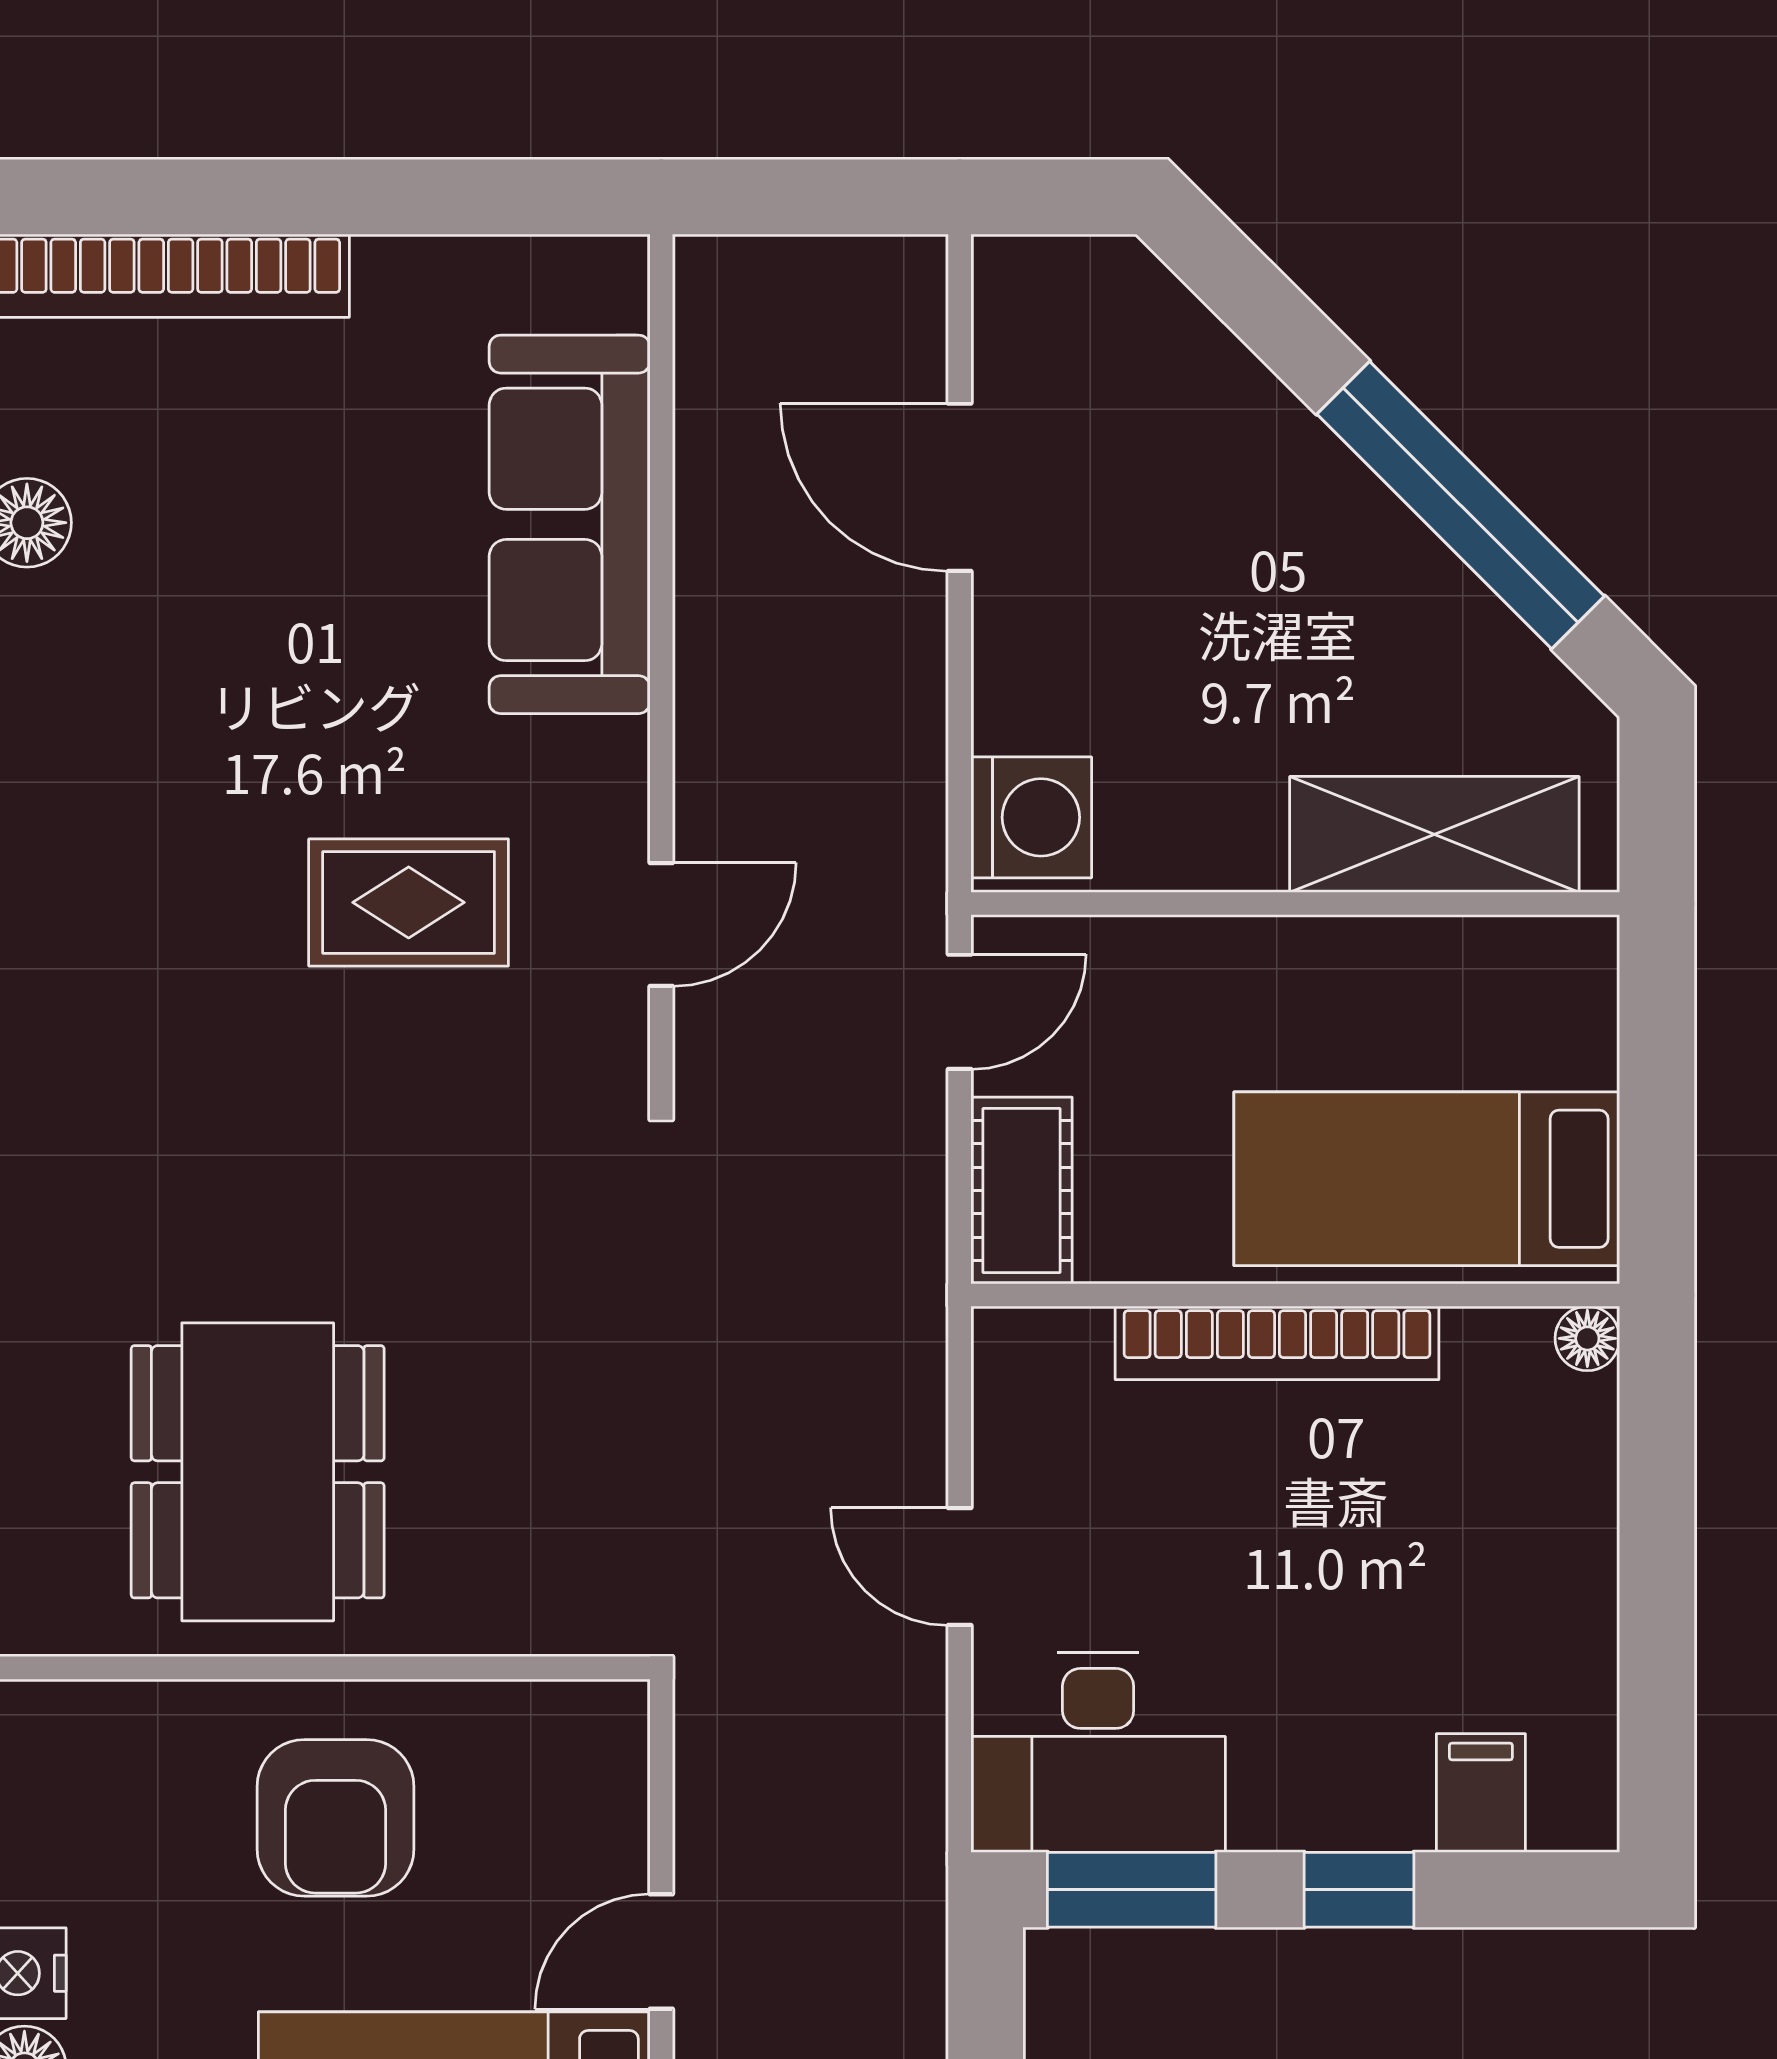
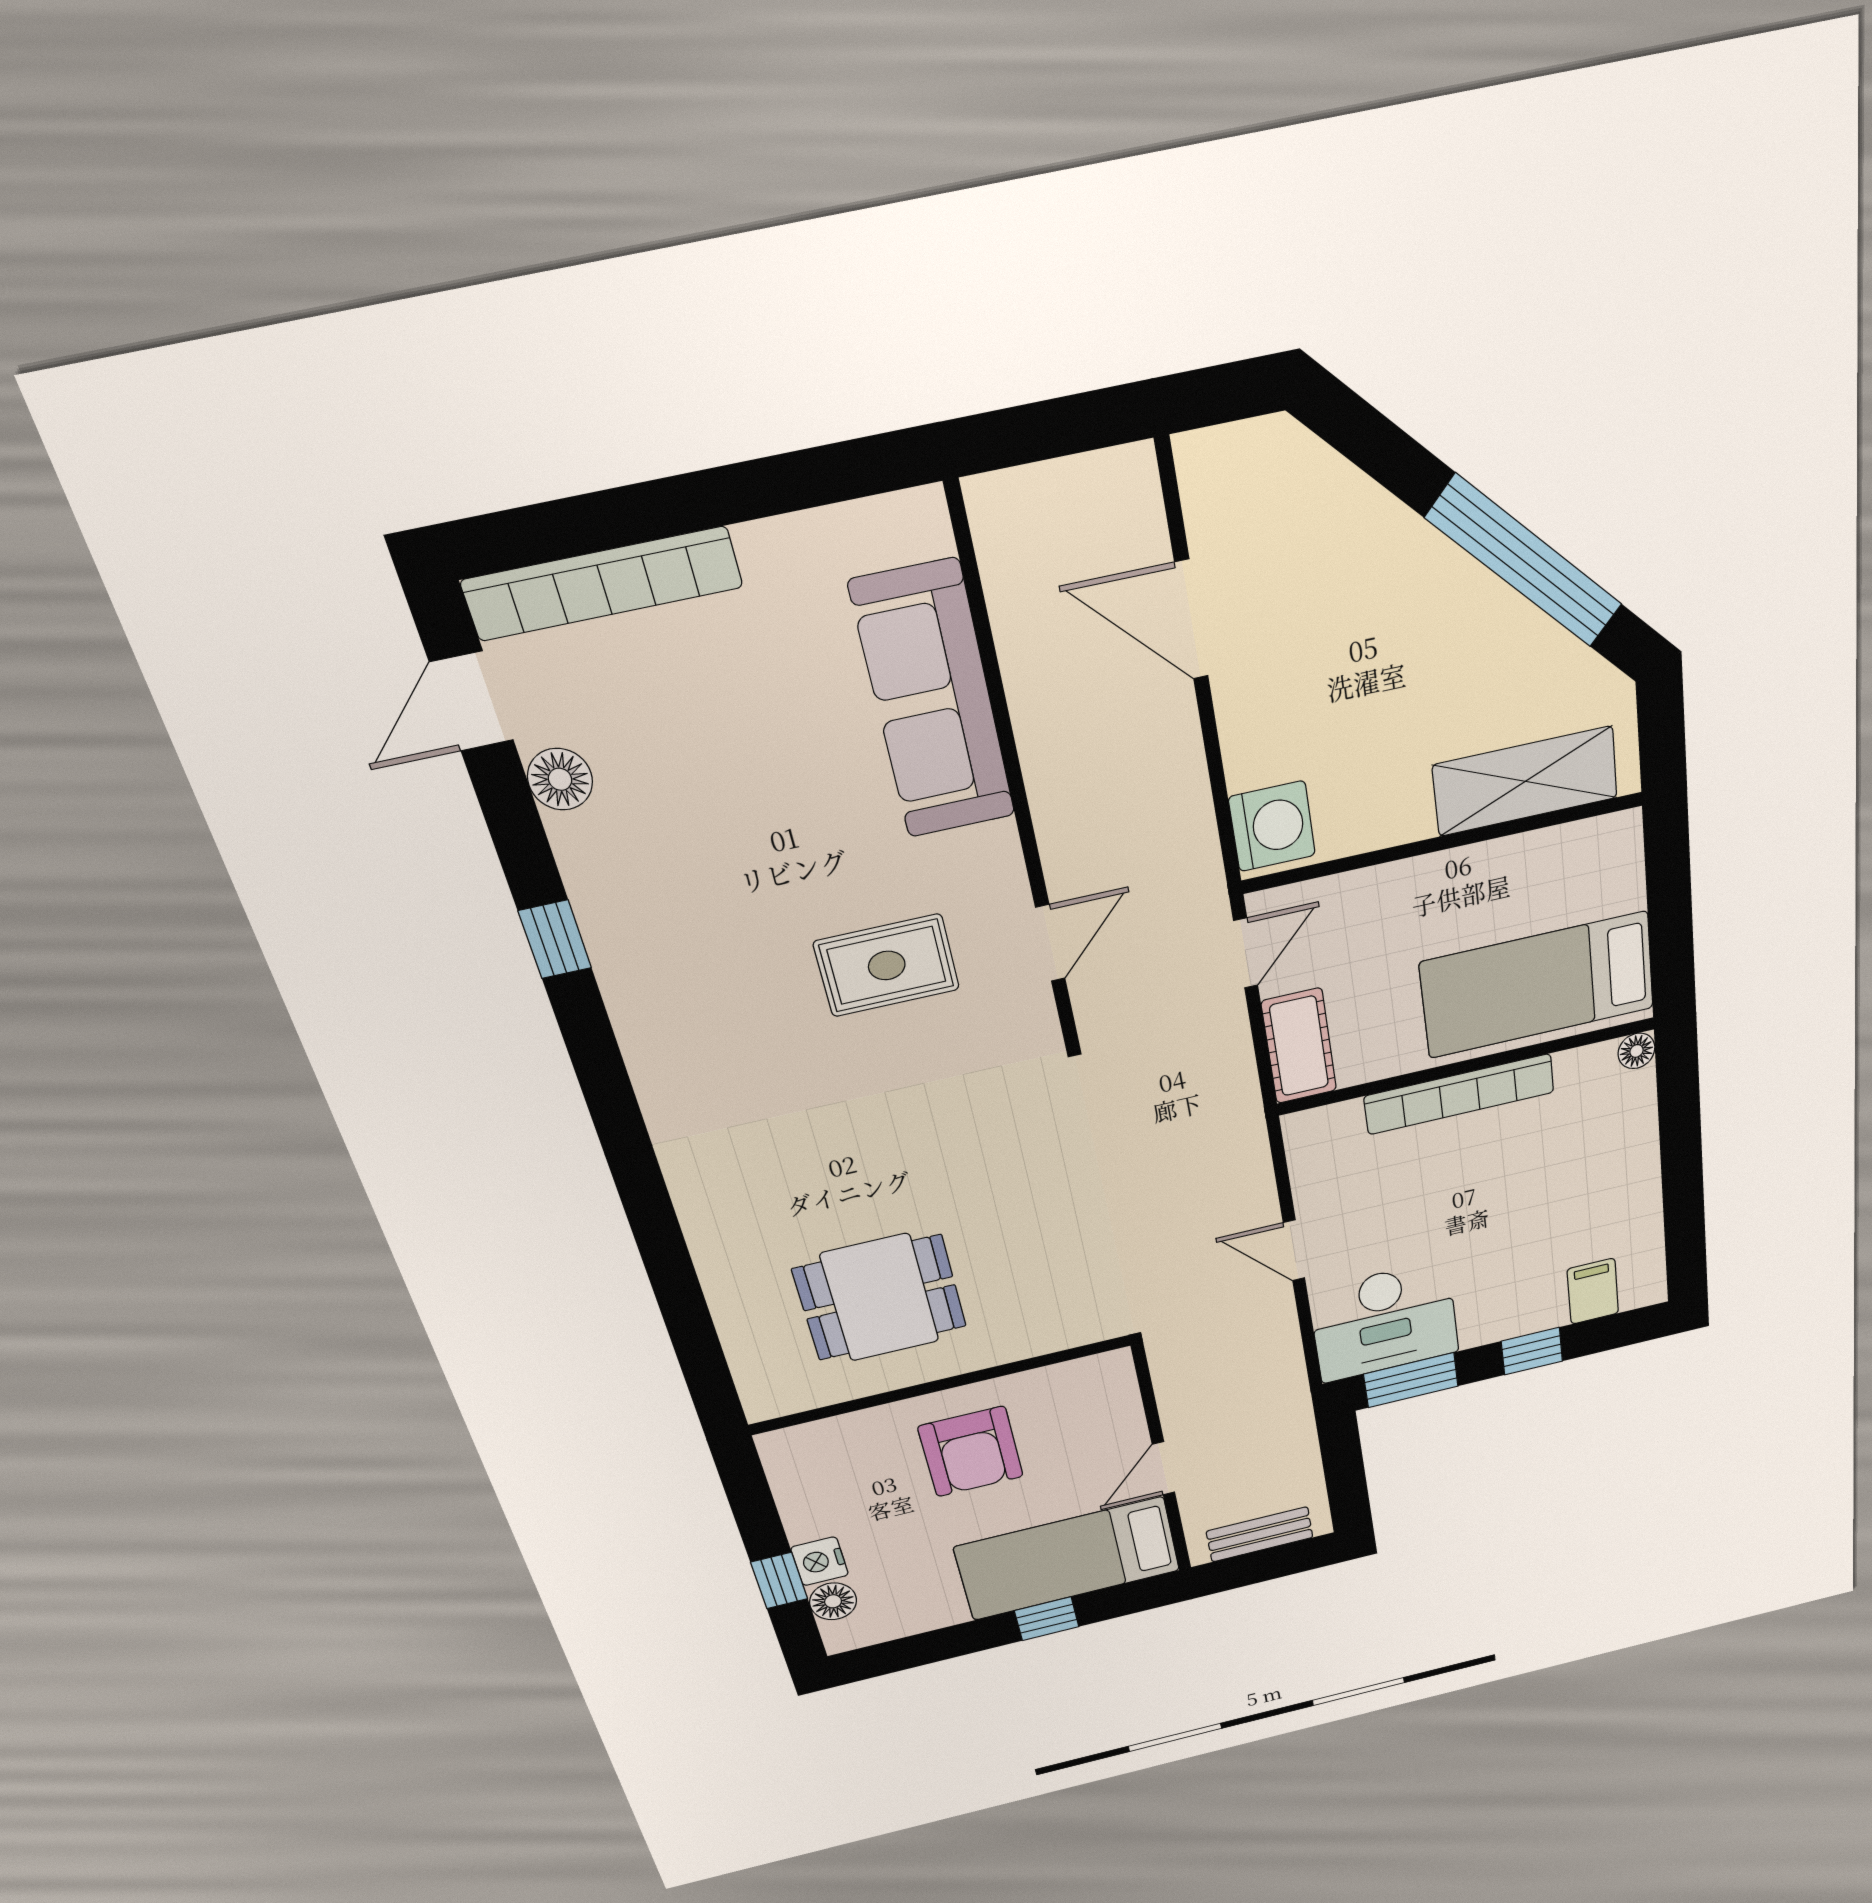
dining table: (258, 1472) -> (880, 1298), width x0.73

